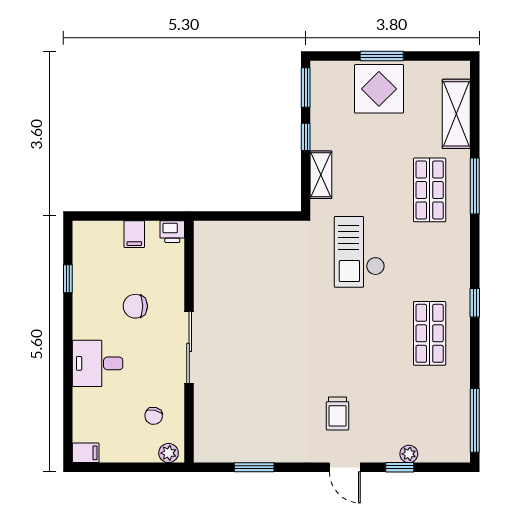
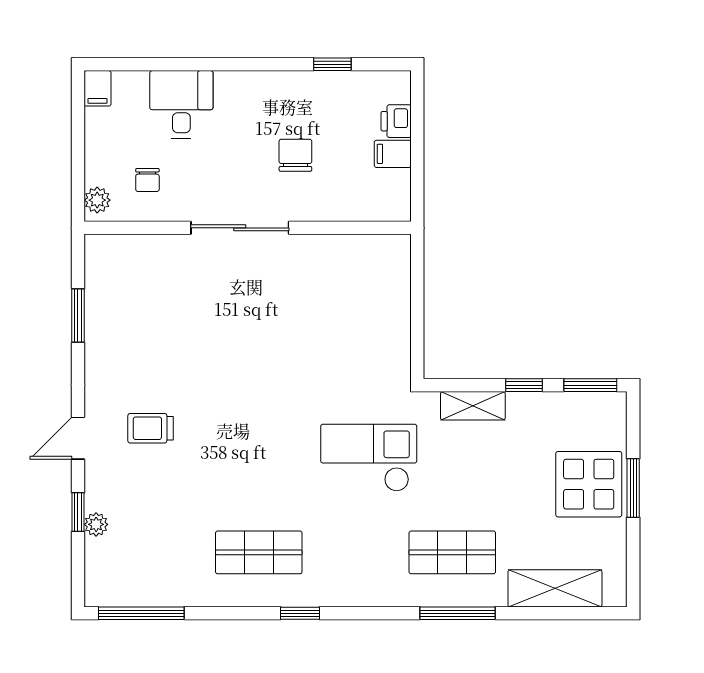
printer: (172, 232) -> (396, 121), moved
desk: (98, 363) -> (181, 104), moved
chair: (154, 416) -> (147, 180), turned -103

